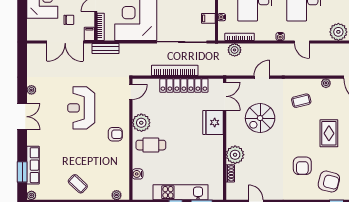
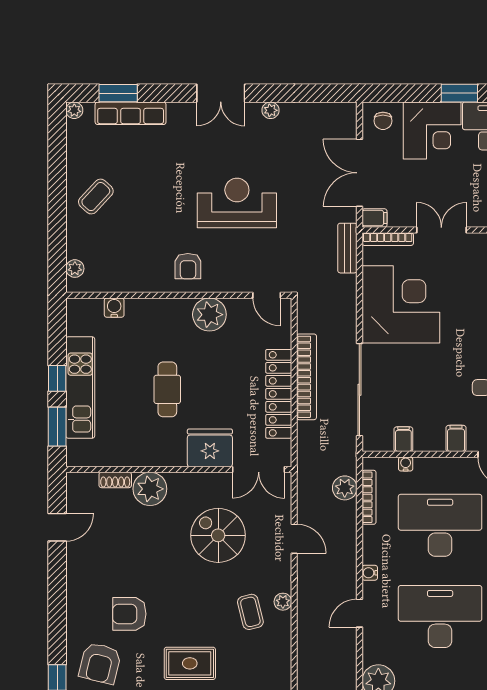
chair: (69, 20) -> (383, 121), moved
plant: (326, 83) -> (283, 602), moved
cafe table: (151, 145) -> (167, 389), moved

